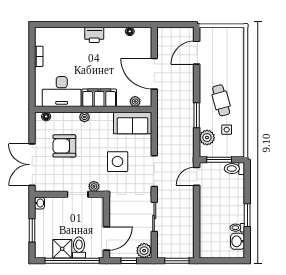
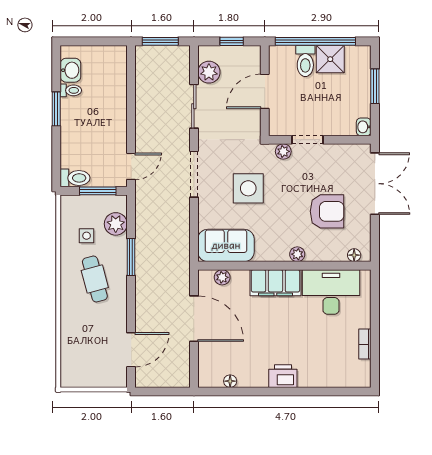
door: (106, 238) -> (265, 91), moved
plant: (144, 251) -> (209, 72), moved

